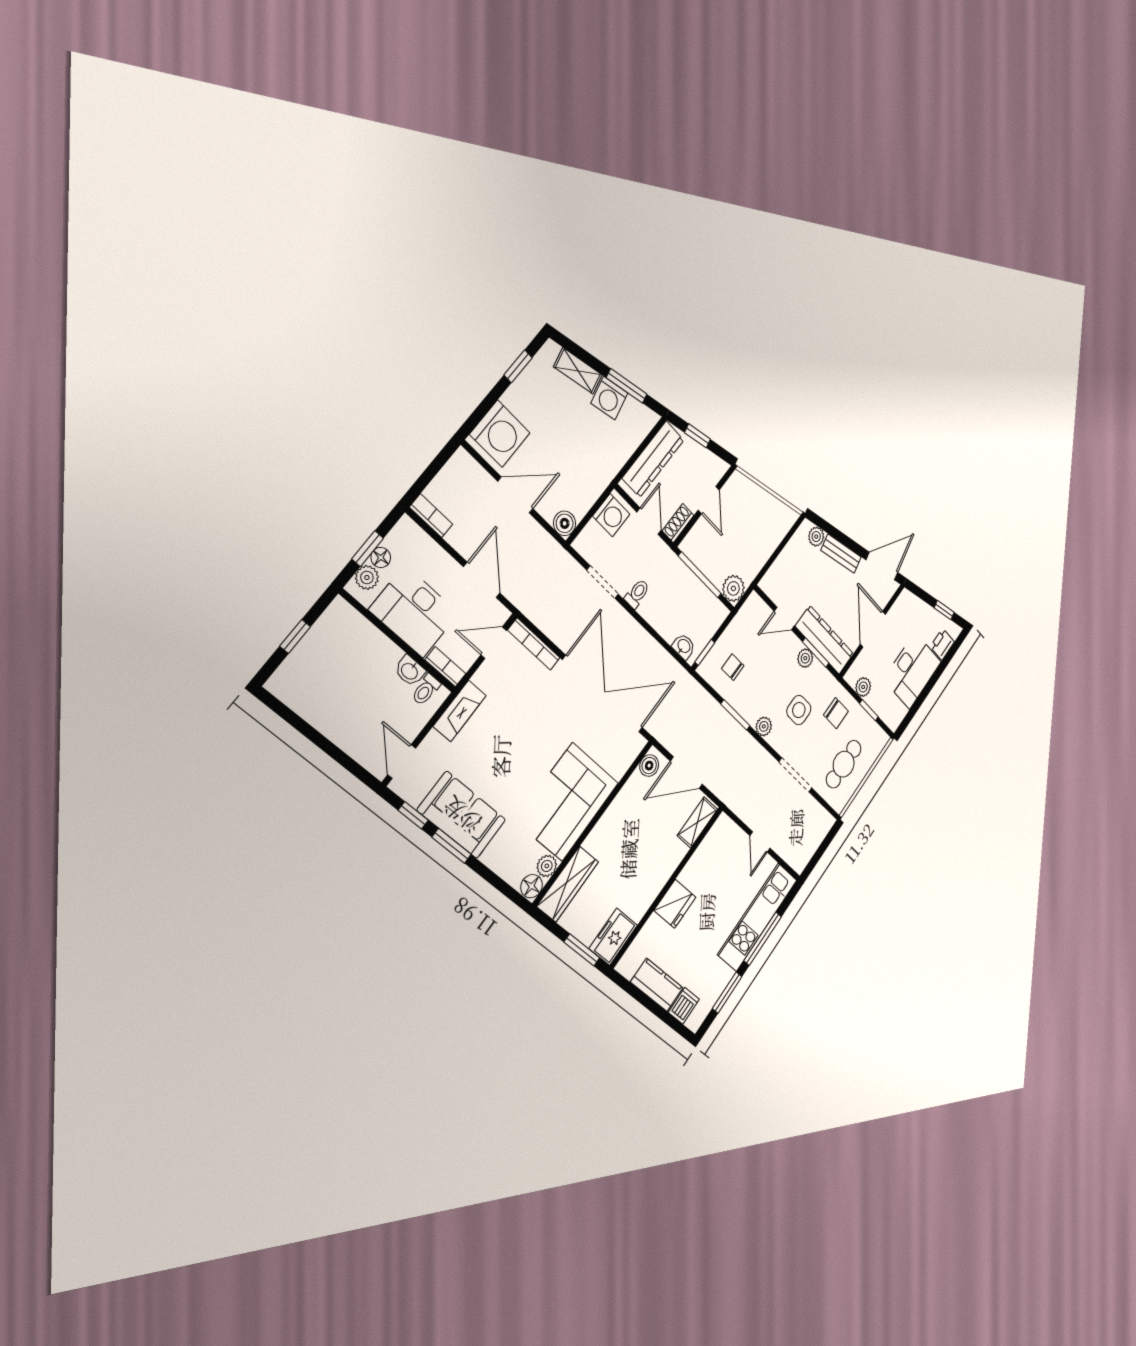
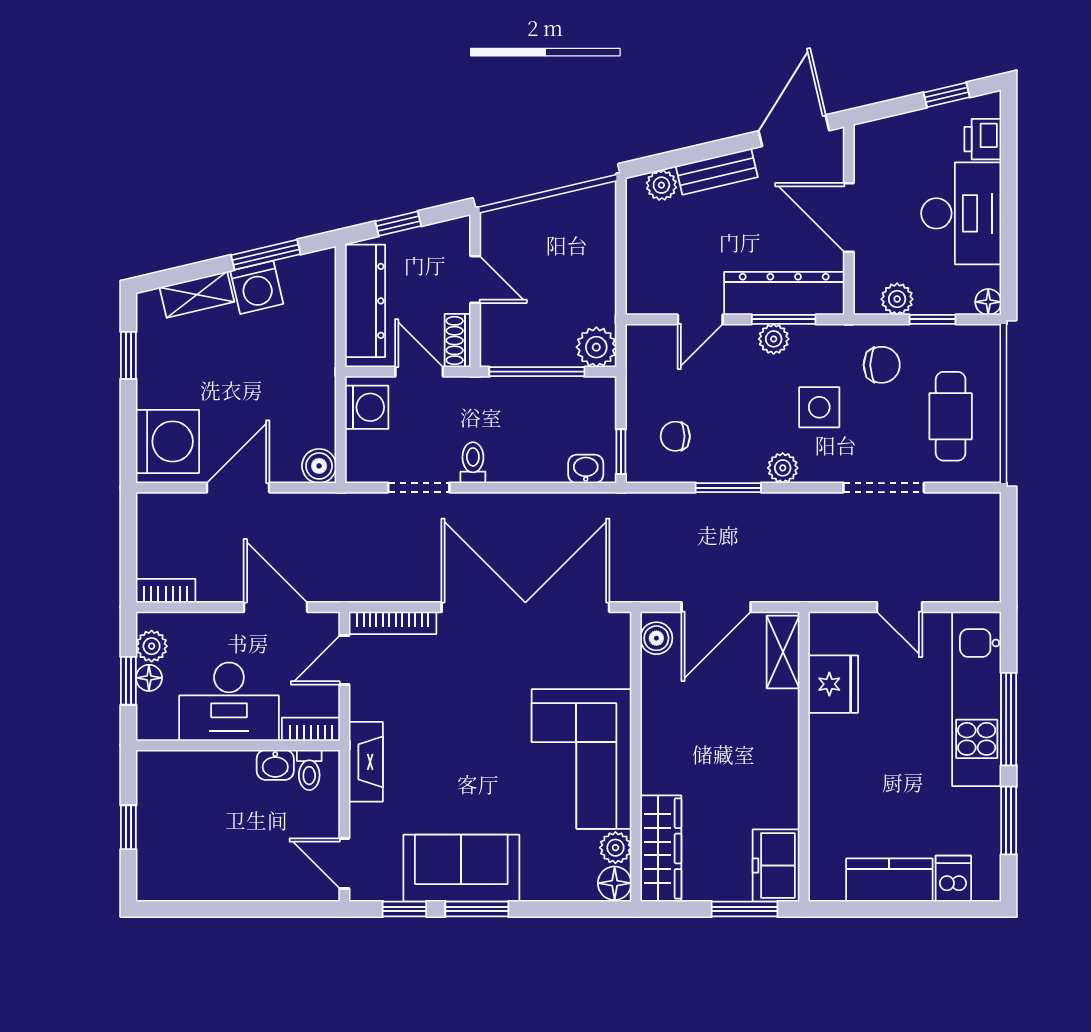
plant: (367, 577) -> (152, 646), moved
floor lamp: (893, 723) -> (988, 302), added
fridge: (675, 904) -> (833, 684), moved

